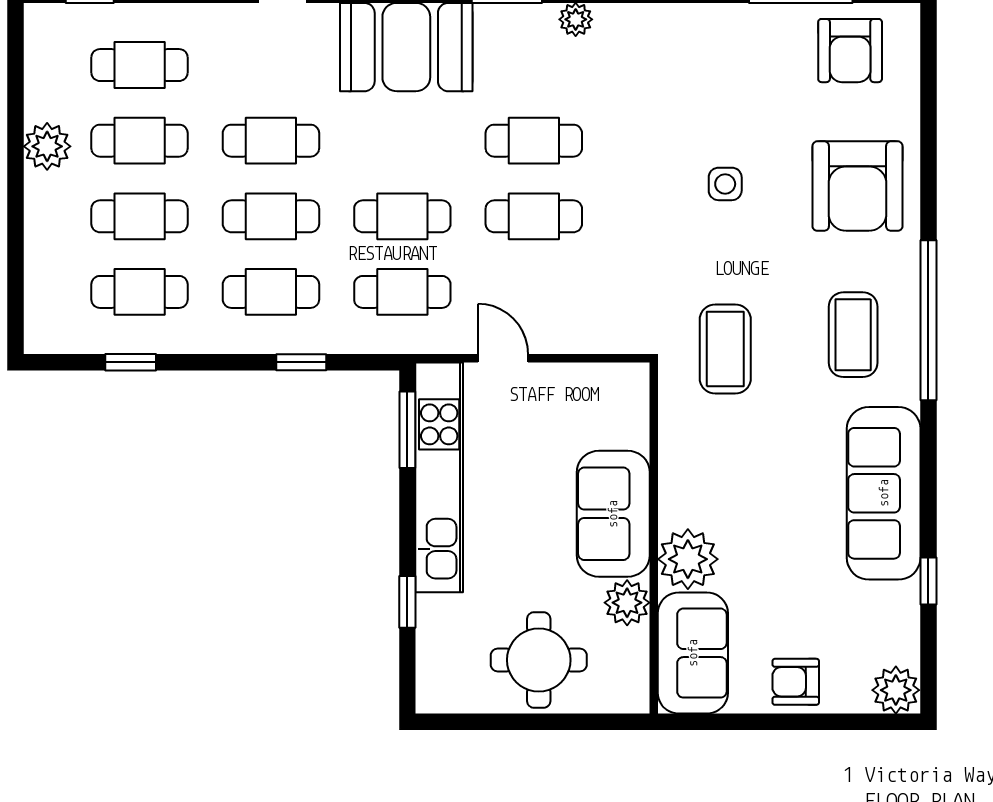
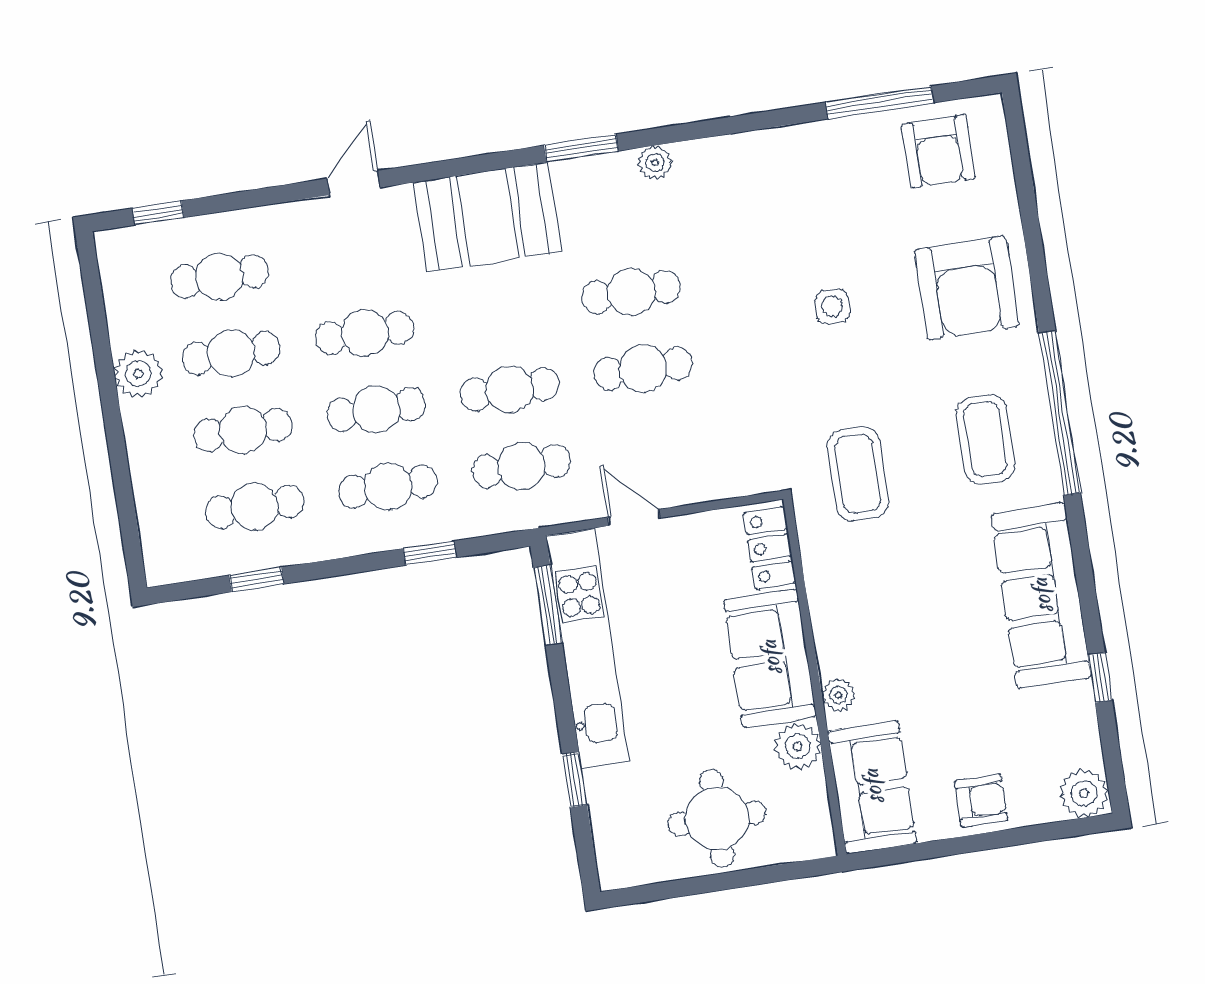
locker: (629, 407) -> (770, 548), added
plant: (688, 559) -> (838, 695), width x0.53, depth x0.53
armchair: (796, 682) -> (981, 801), turned 180

